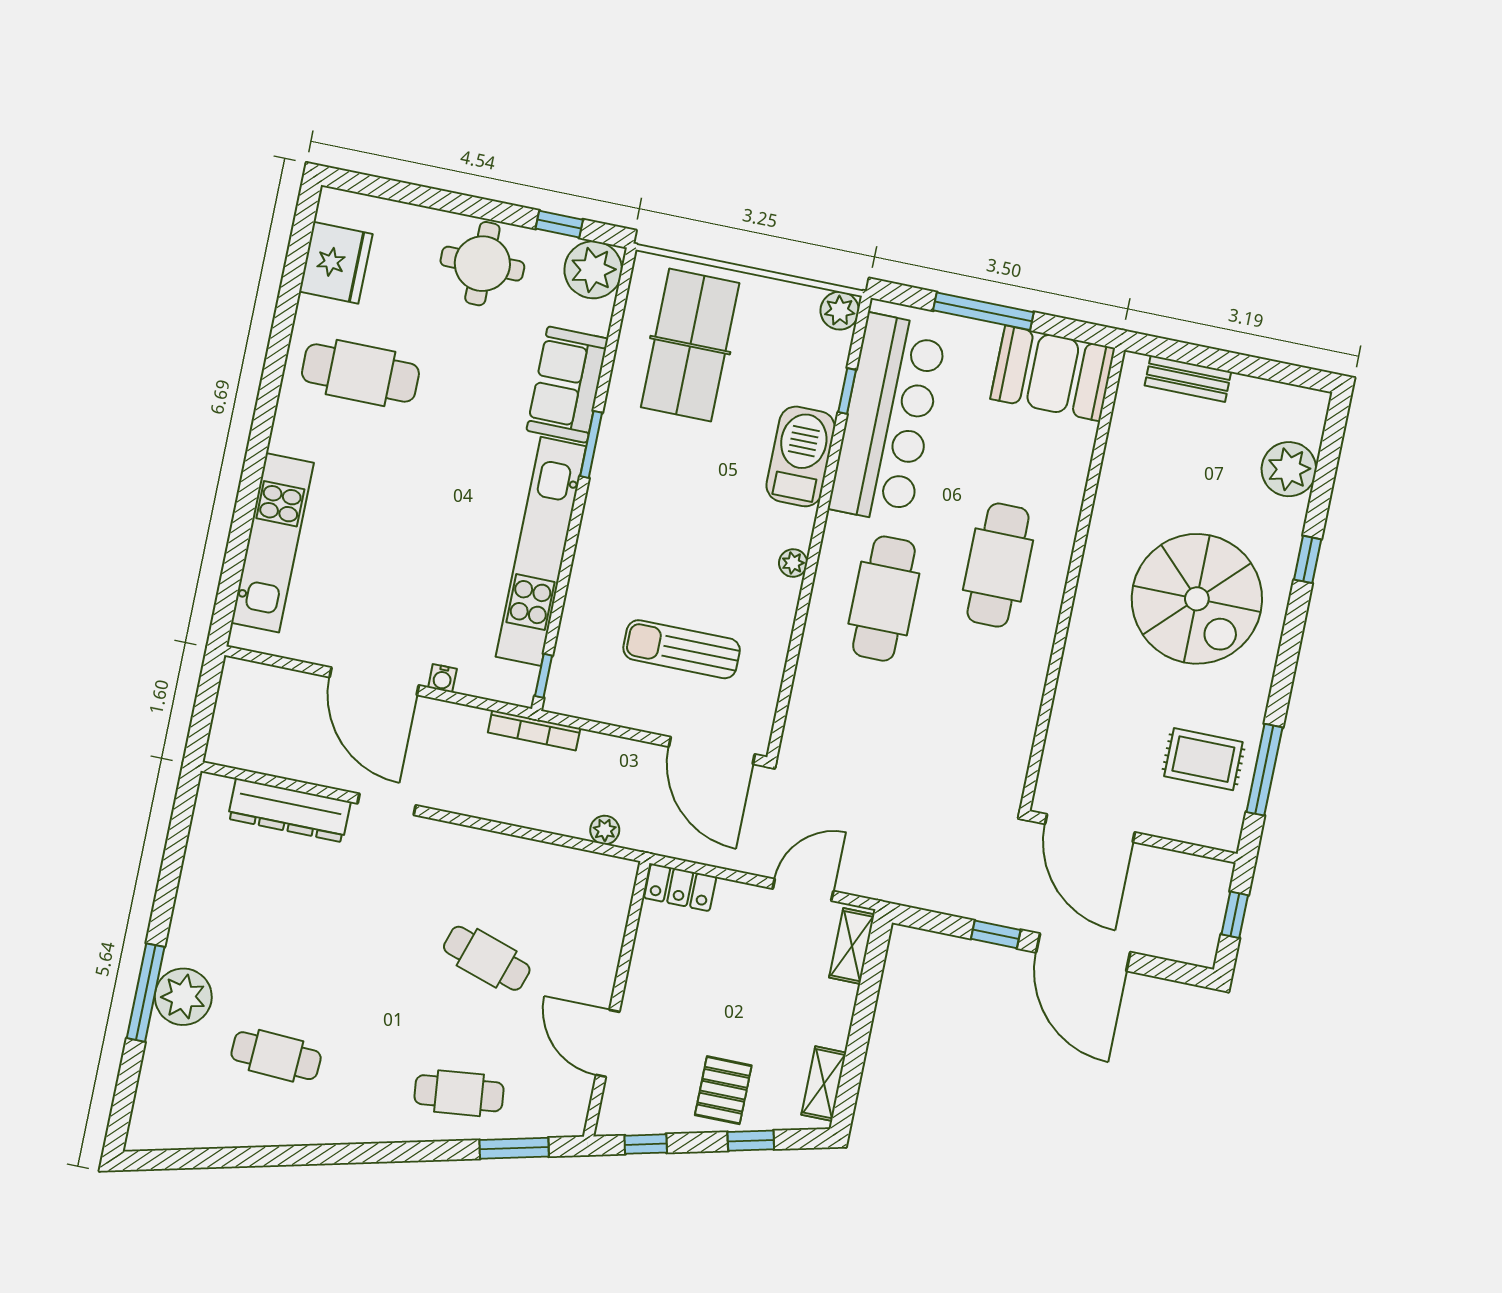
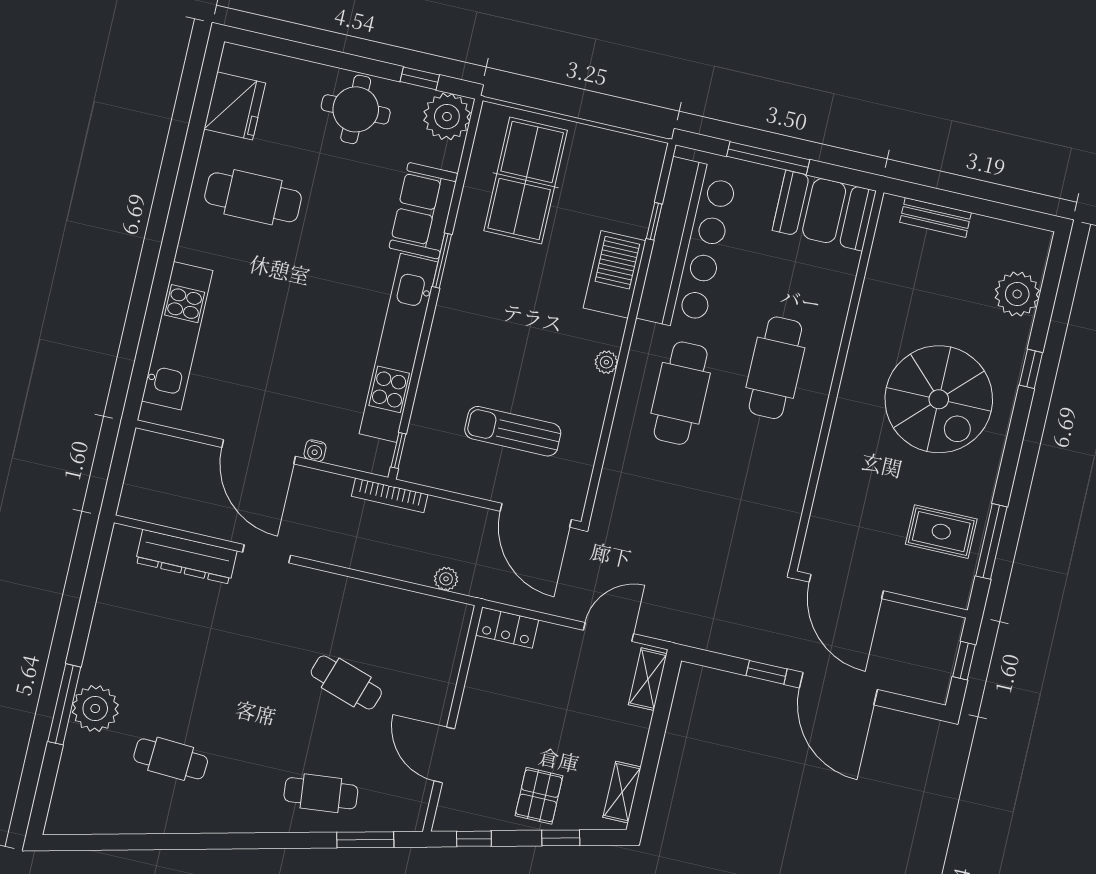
plant: (840, 311) -> (650, 155), removed

